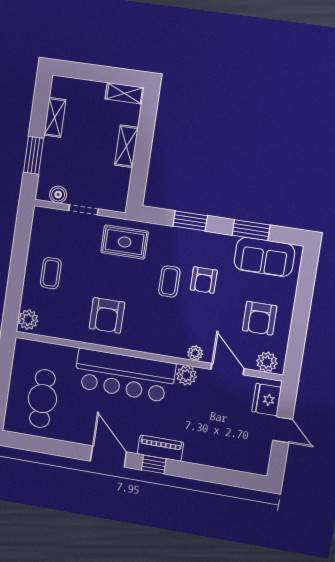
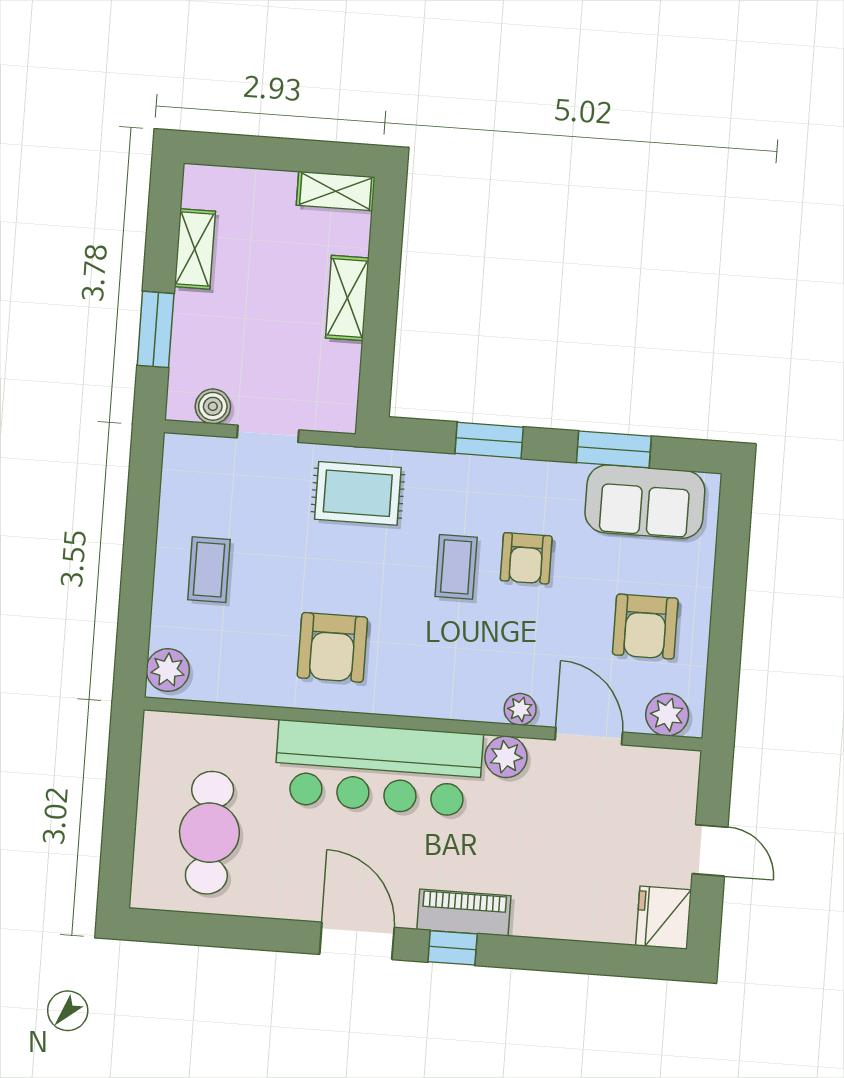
fridge: (267, 399) -> (664, 918), moved

